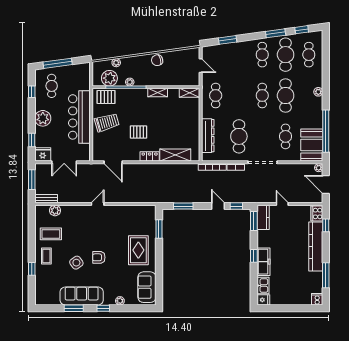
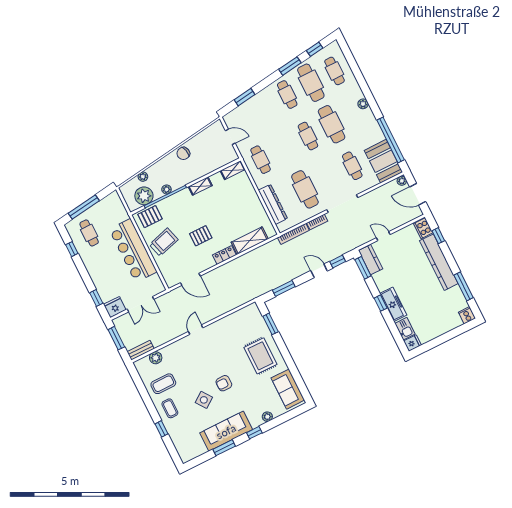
plant: (43, 118) -> (97, 270), removed

